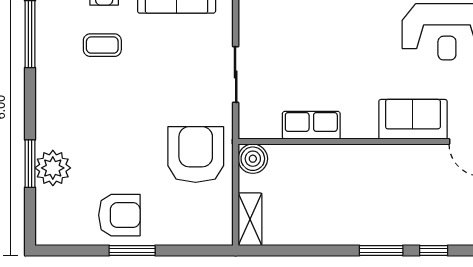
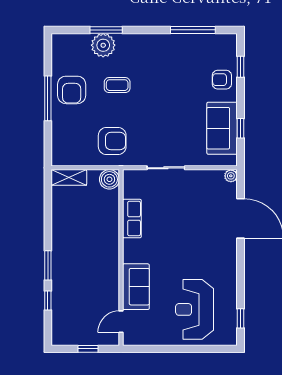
coffee table: (102, 45) -> (117, 85), moved, turned 90
armchair: (196, 155) -> (112, 141), width x0.73, depth x0.73
window: (132, 251) -> (48, 98), width x1.44

